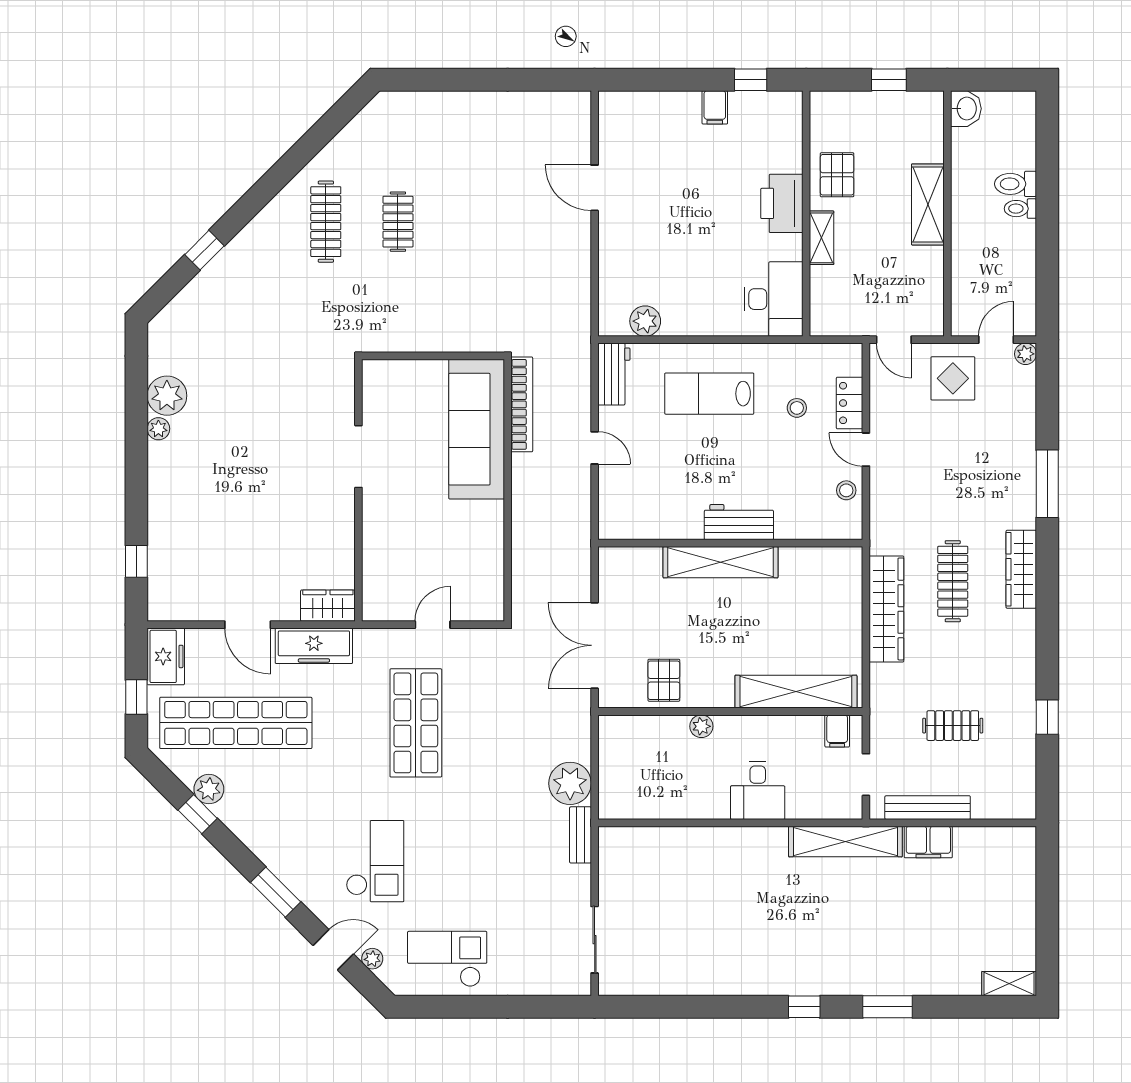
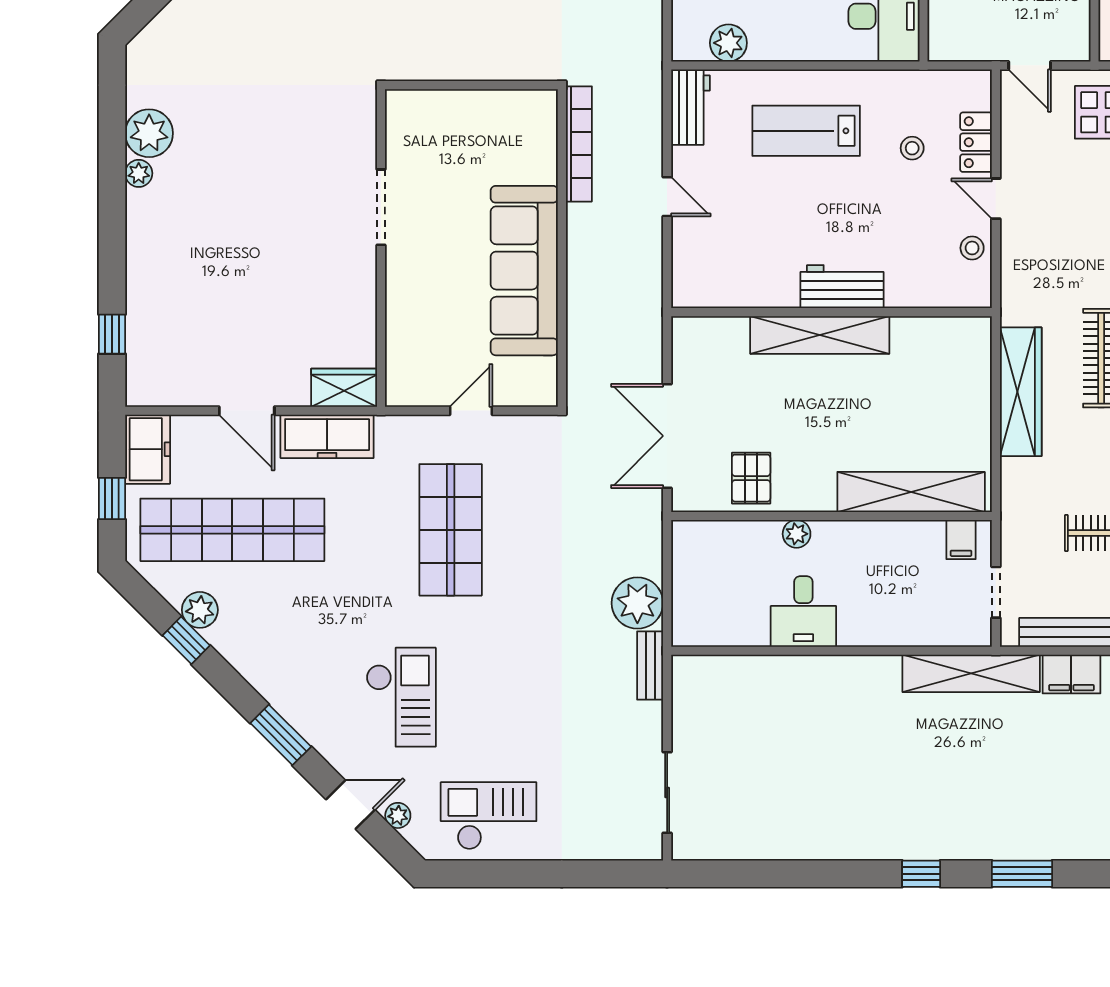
sofa: (477, 429) -> (524, 271), moved
desk: (758, 790) -> (803, 612), moved

